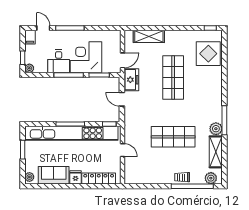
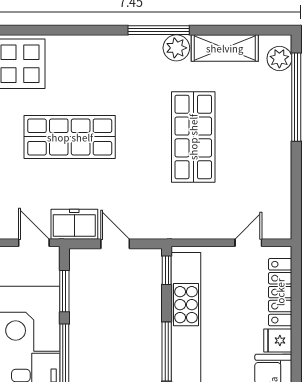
door: (122, 99) -> (115, 244), swing flipped
door: (122, 150) -> (248, 243), moved
trolley: (182, 177) -> (277, 118), removed

